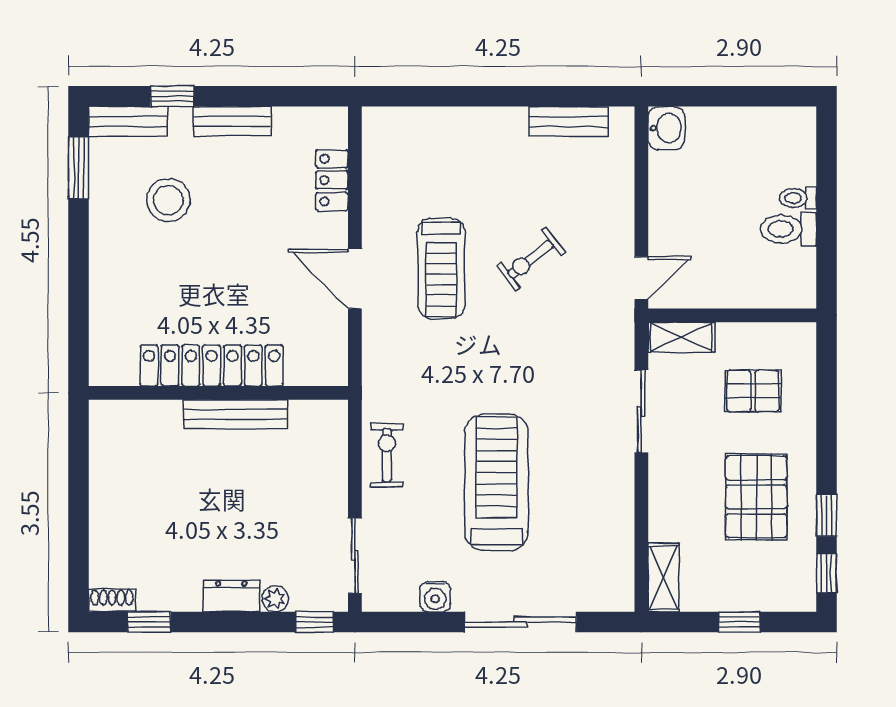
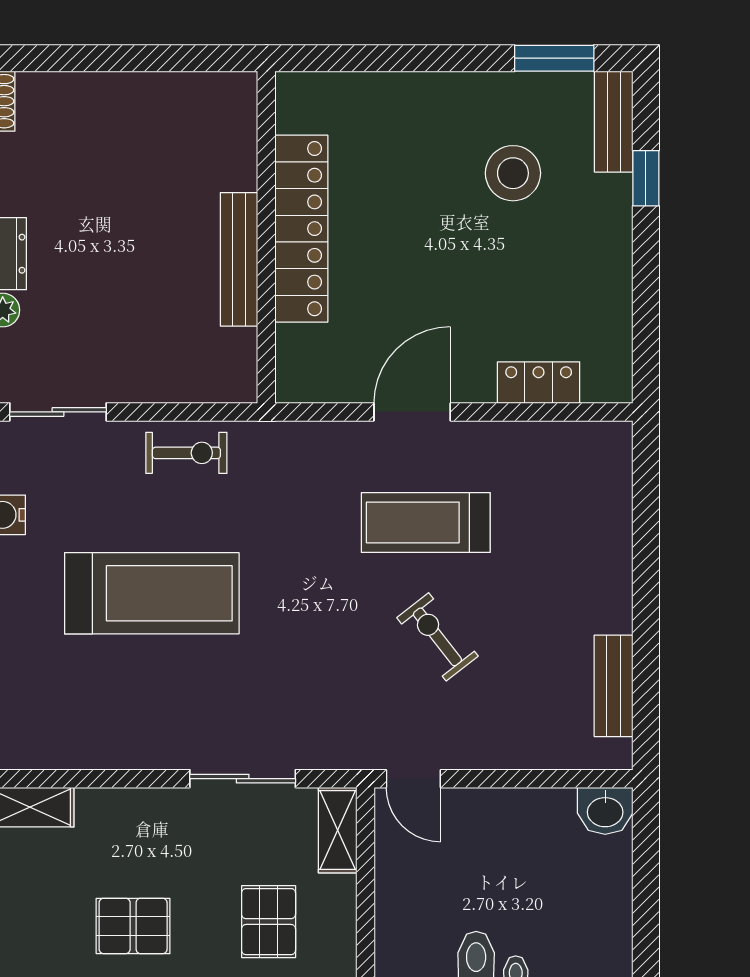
bench: (232, 121) -> (614, 255), removed
pallet: (756, 497) -> (133, 926), width x0.67, depth x0.71

